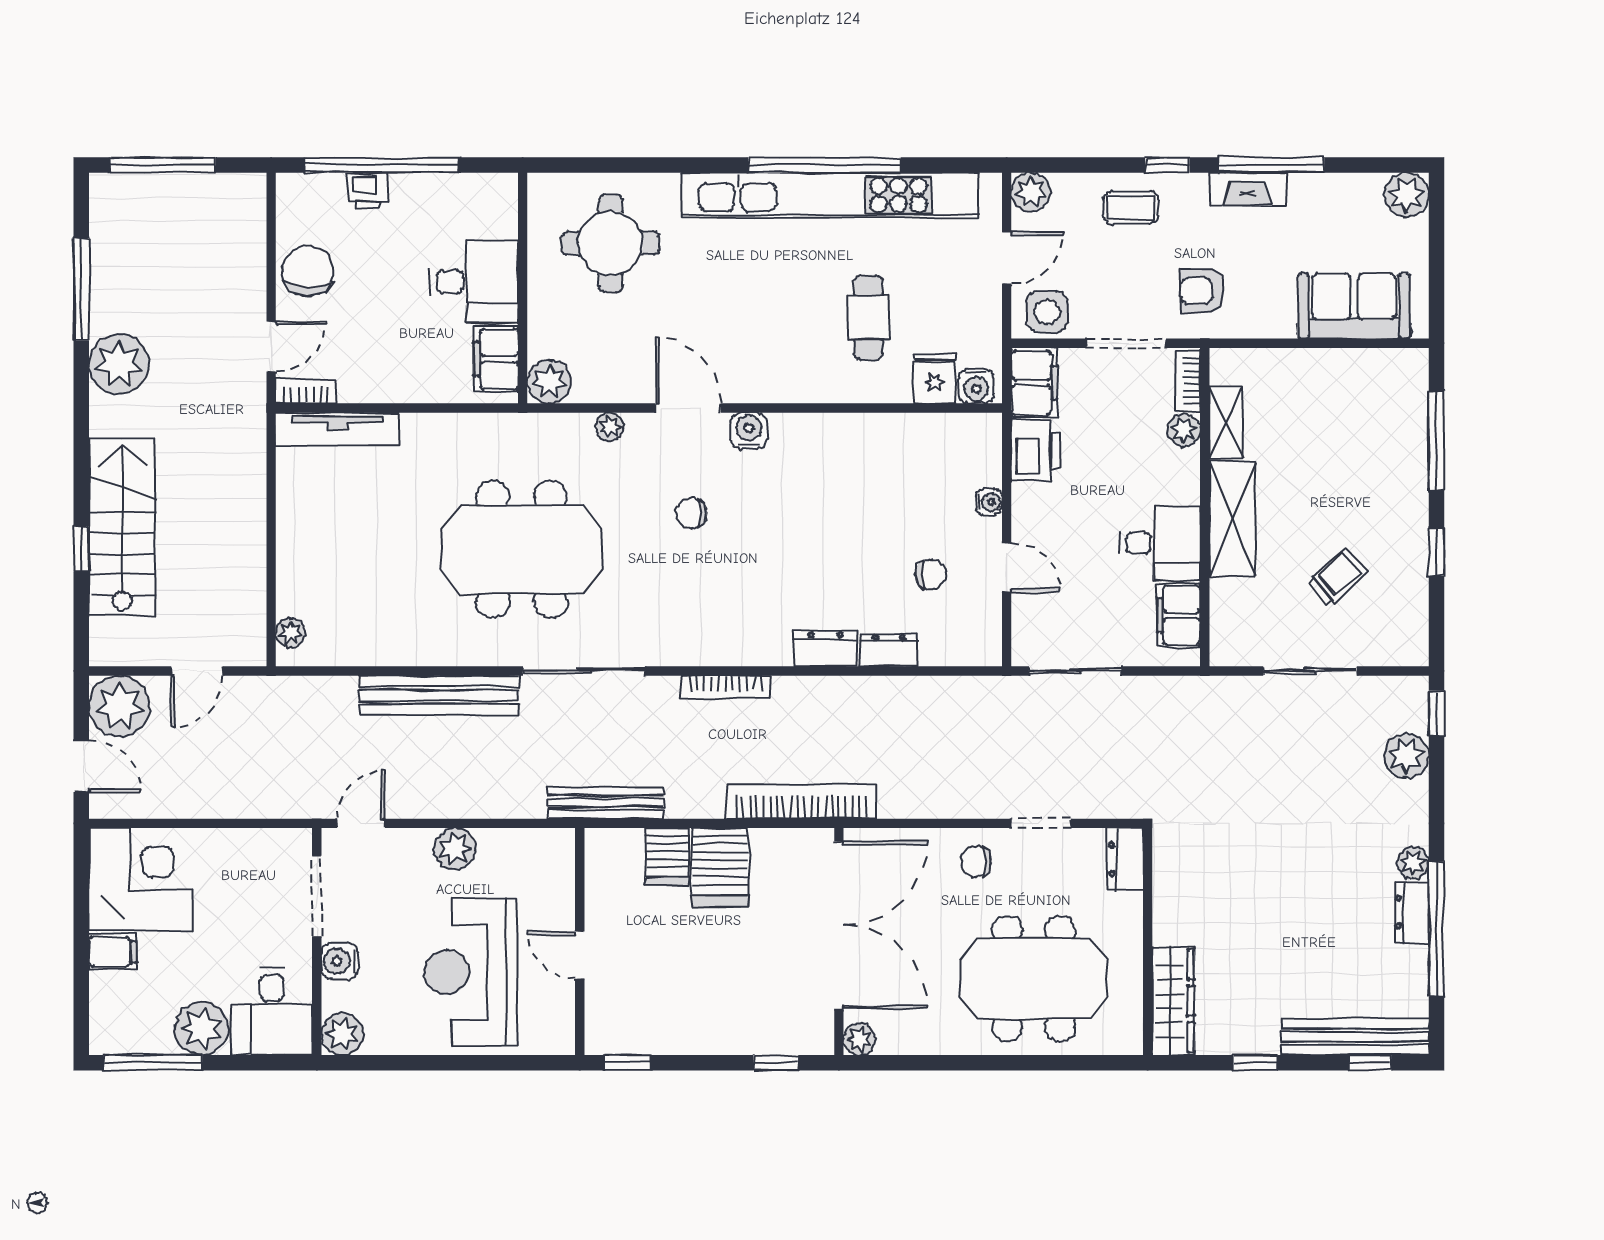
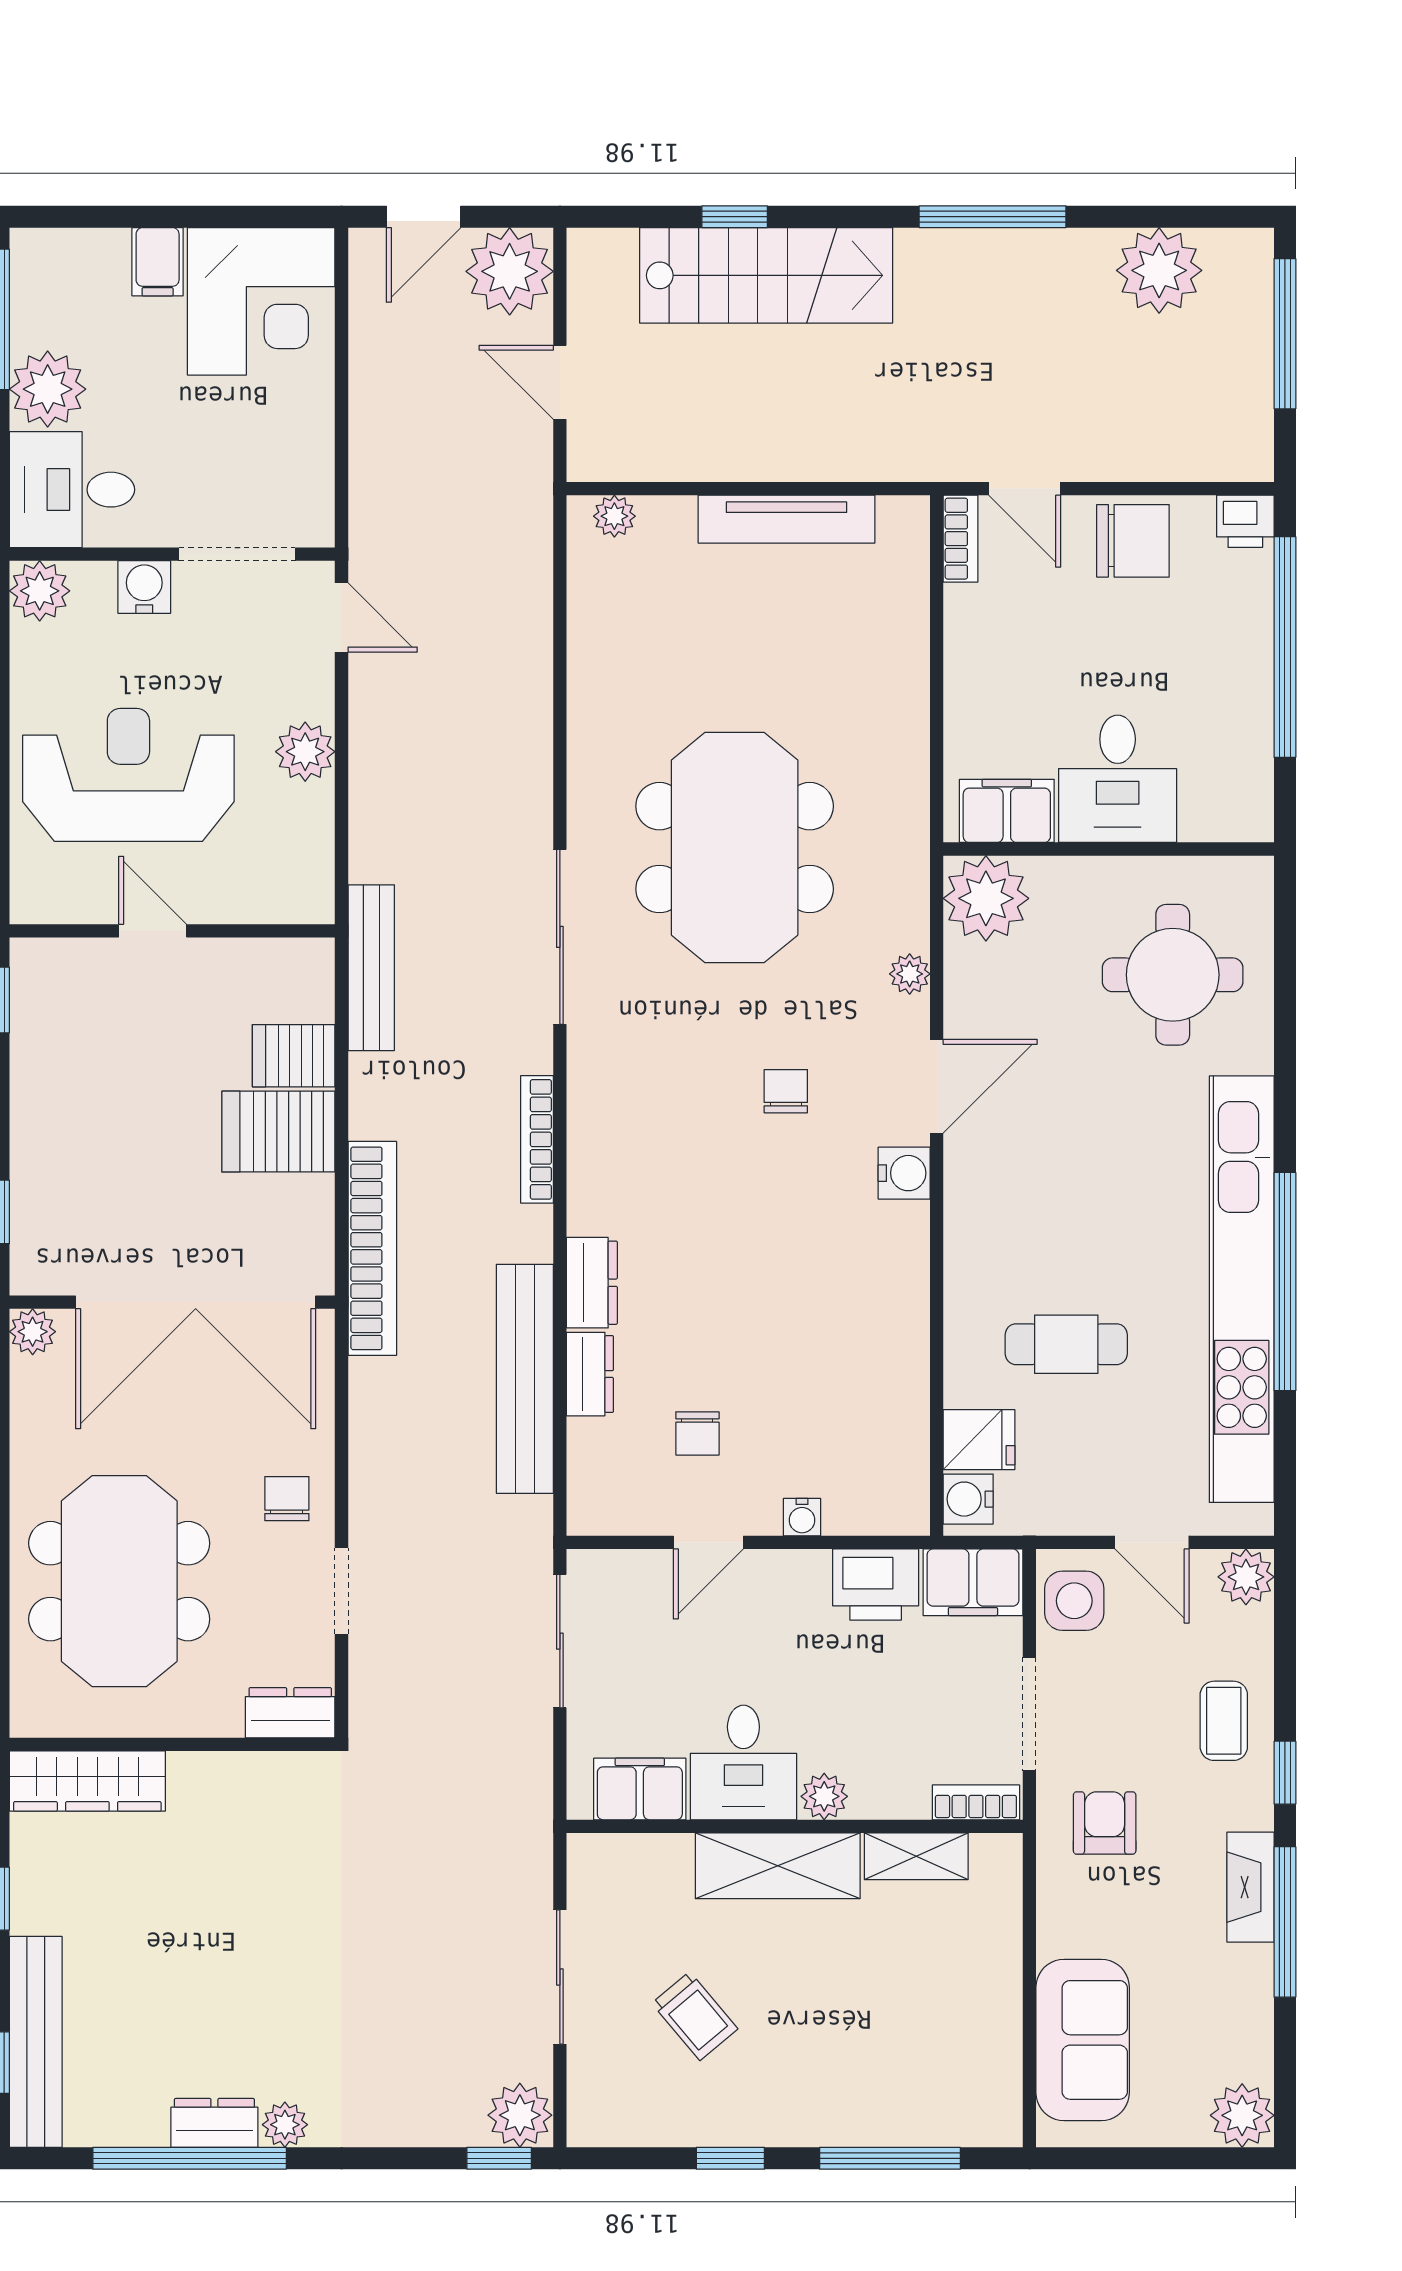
printer: (368, 191) -> (1245, 521), moved, turned -90
window: (81, 289) -> (993, 217), moved
plant: (119, 364) -> (1159, 270), moved
plant: (549, 382) -> (986, 898), width x1.36, depth x1.36
tv unit: (337, 429) -> (786, 519), moved, turned -90
plant: (1184, 430) -> (824, 1796), moved
bench: (439, 695) -> (525, 1379), moved
plant: (1406, 756) -> (520, 2115), moved
door: (580, 955) -> (153, 931), hinge flipped

